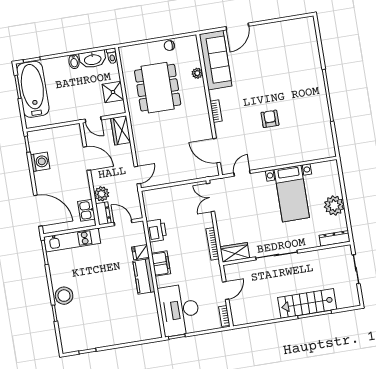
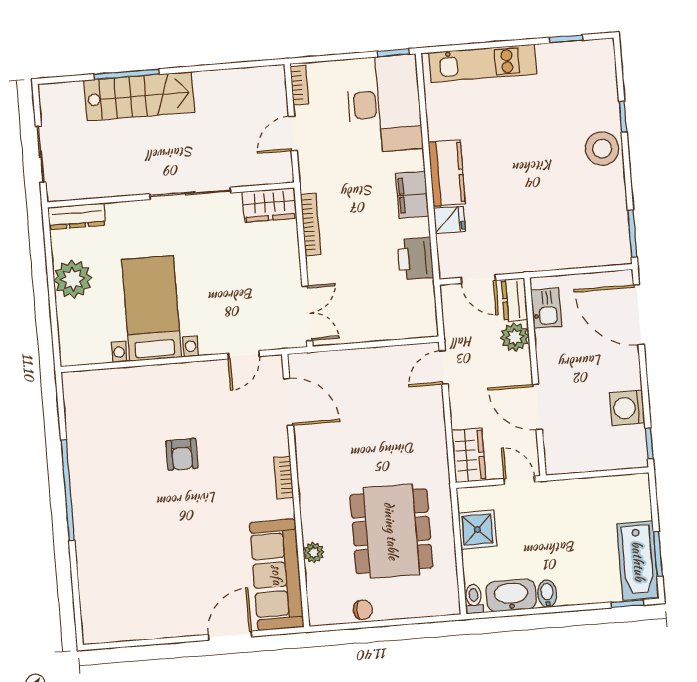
bathtub: (33, 89) -> (638, 561), width x0.73, depth x0.73
kitchen unit: (72, 240) -> (483, 63), moved, turned 180

